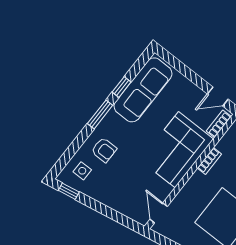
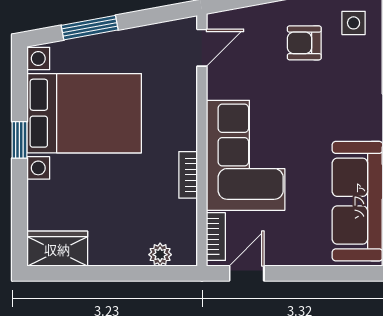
armchair: (104, 150) -> (304, 43), moved
door: (159, 213) -> (202, 48), hinge flipped

